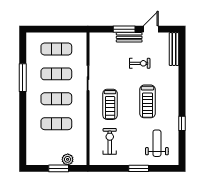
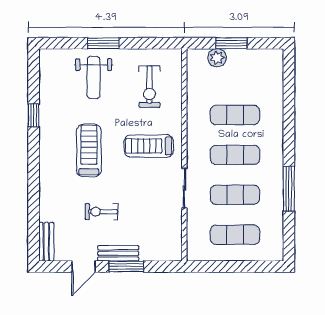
bench: (174, 49) -> (46, 242), width x0.73
treadmill: (110, 104) -> (149, 146), turned -90
weight bench: (157, 143) -> (94, 78), moved

